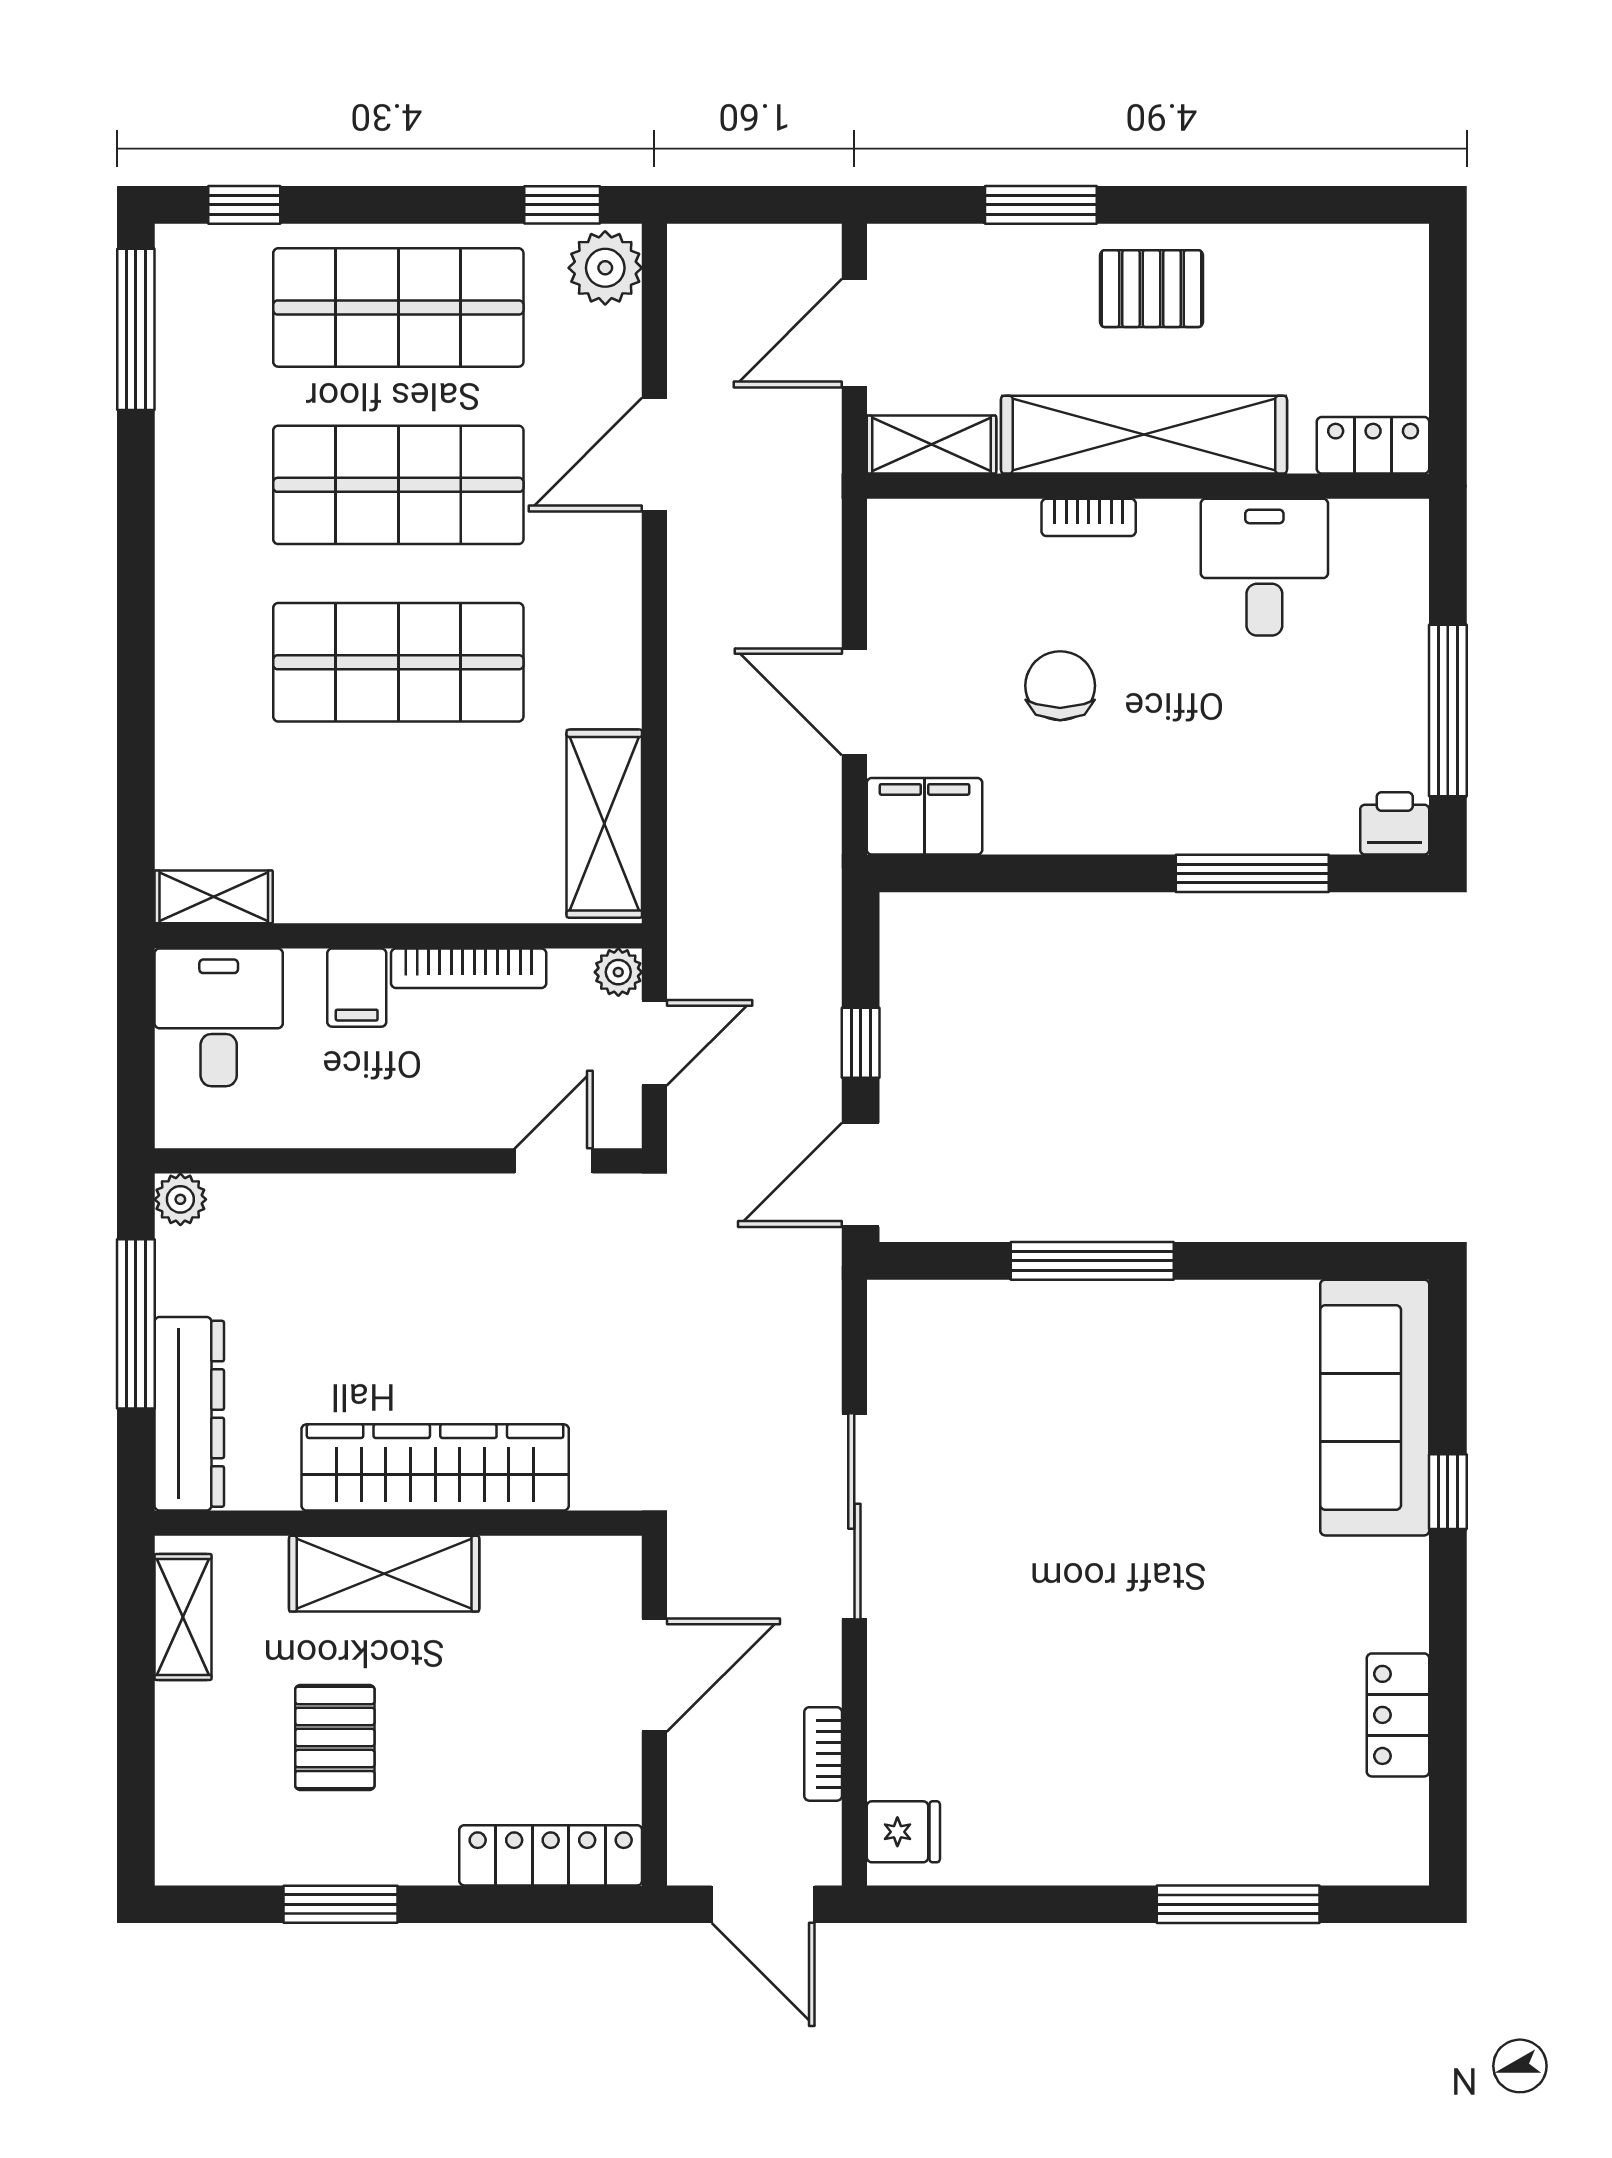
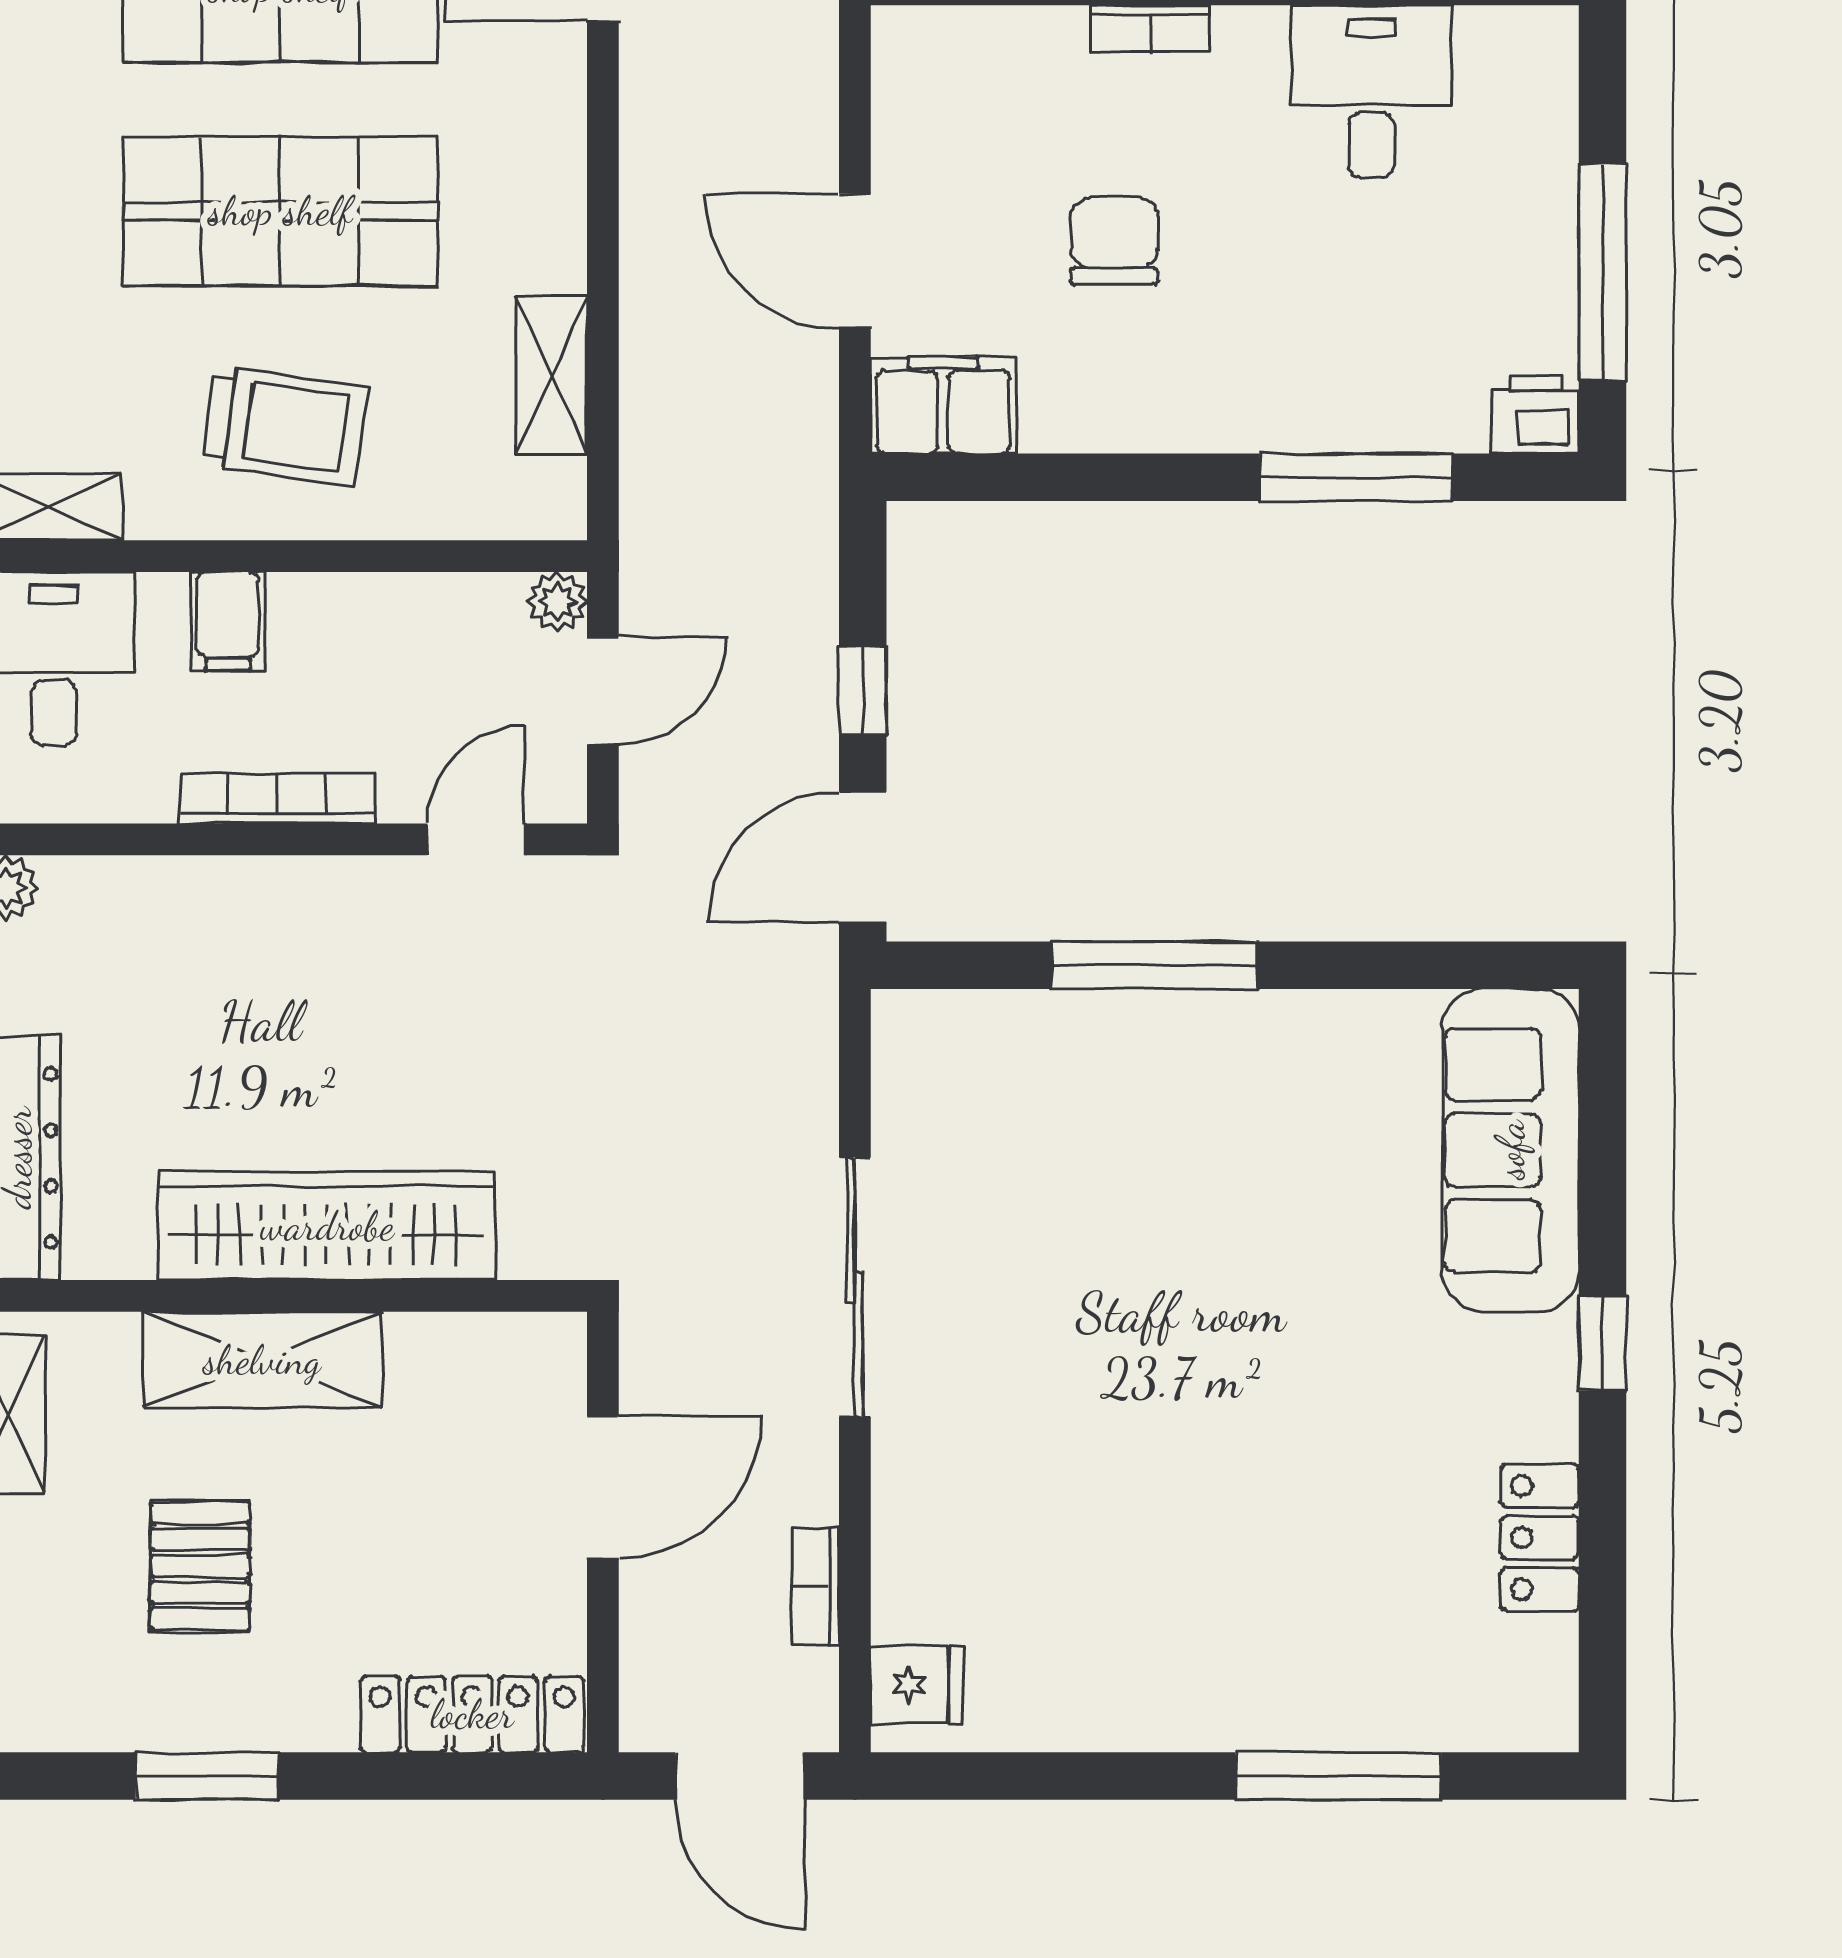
shelving: (604, 824) -> (552, 375), width x0.67, depth x0.75
trolley: (402, 833) -> (285, 426), added
bookcase: (469, 968) -> (277, 799), moved, turned 180
window: (1448, 1492) -> (1603, 1343), moved

